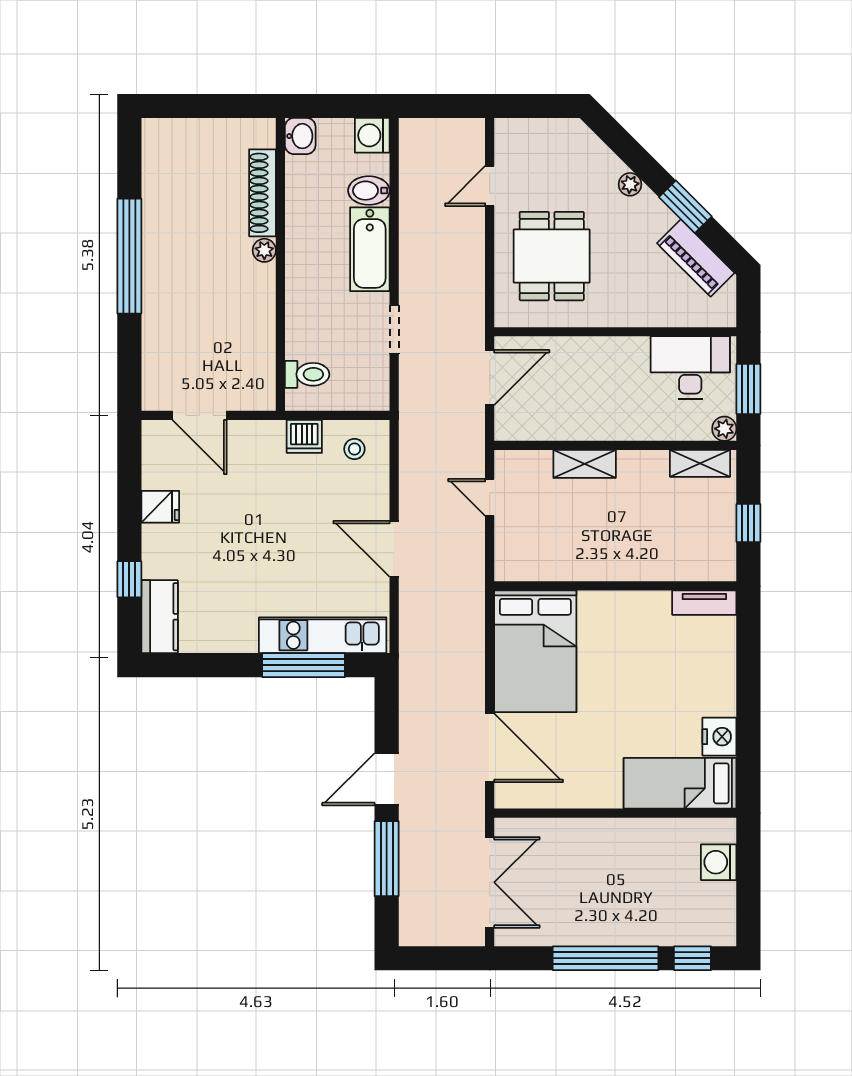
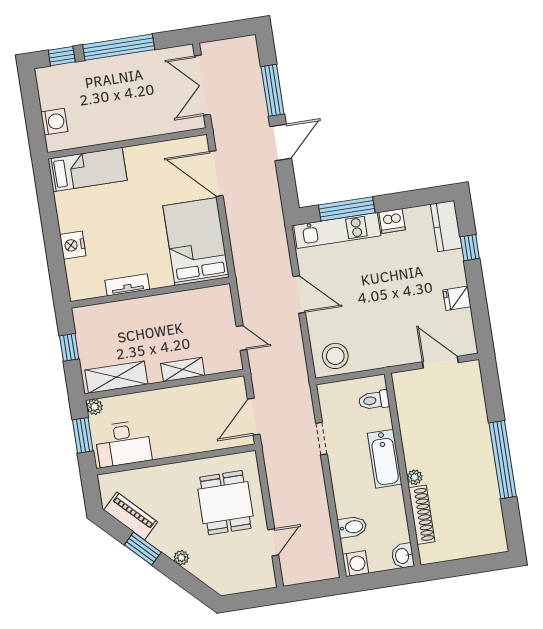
bathtub: (370, 249) -> (385, 459), moved, turned 180
dishwasher: (304, 436) -> (392, 221), moved, turned 180
stool: (354, 449) -> (335, 356), width x1.89, depth x1.89
shelving: (700, 463) -> (116, 377), width x1.50, depth x1.33
tv unit: (704, 603) -> (127, 285), moved
nightstand: (719, 737) -> (73, 245), moved

